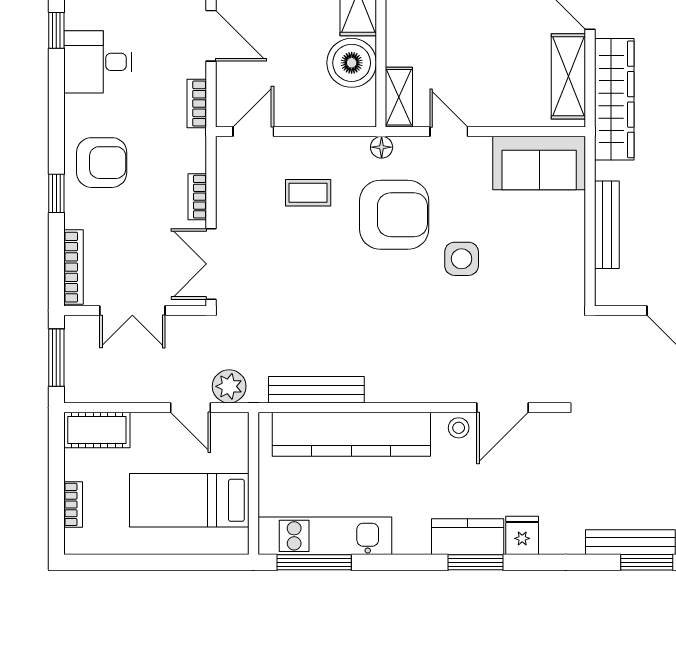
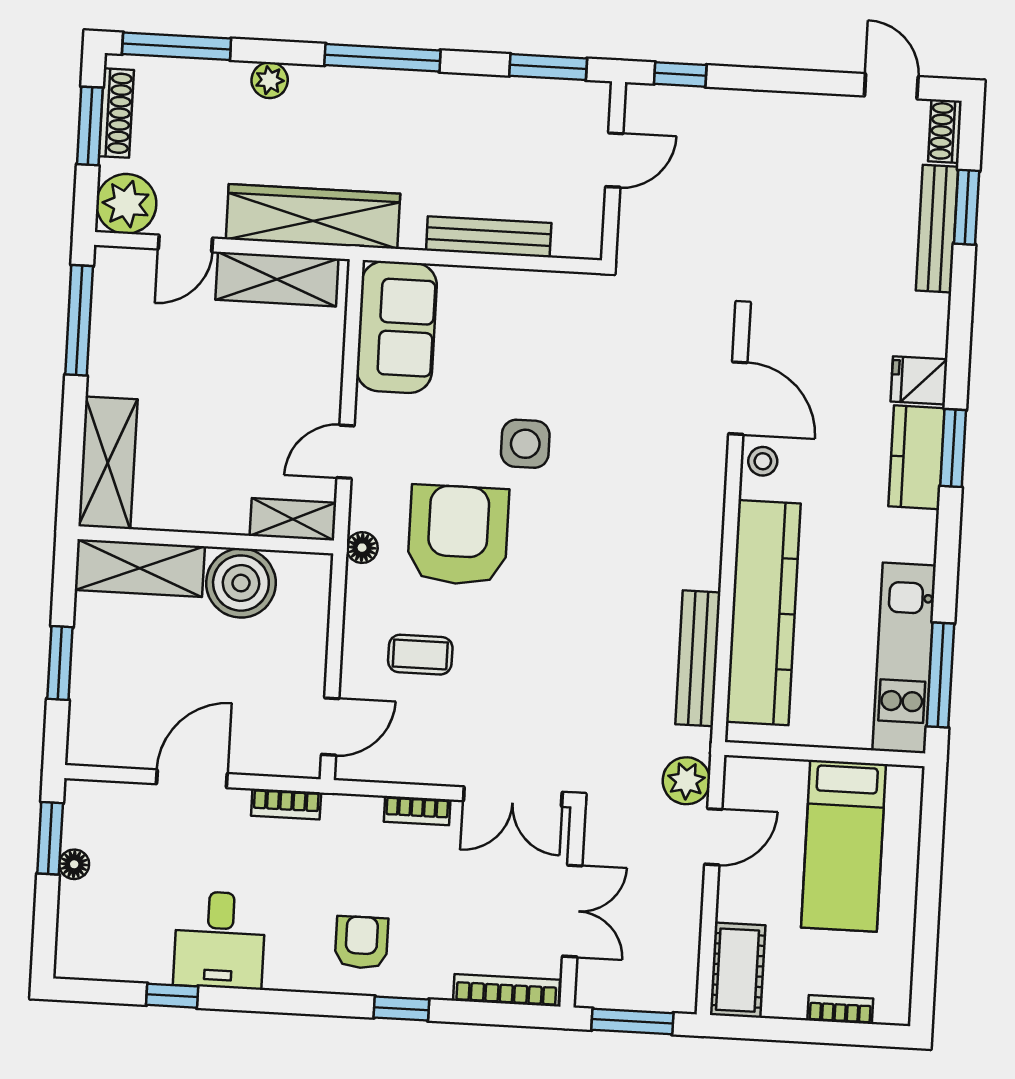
door: (253, 132) -> (330, 727), swing flipped
armchair: (102, 163) -> (362, 942), width x0.72, depth x0.72
coffee table: (308, 193) -> (420, 655), turned 90

